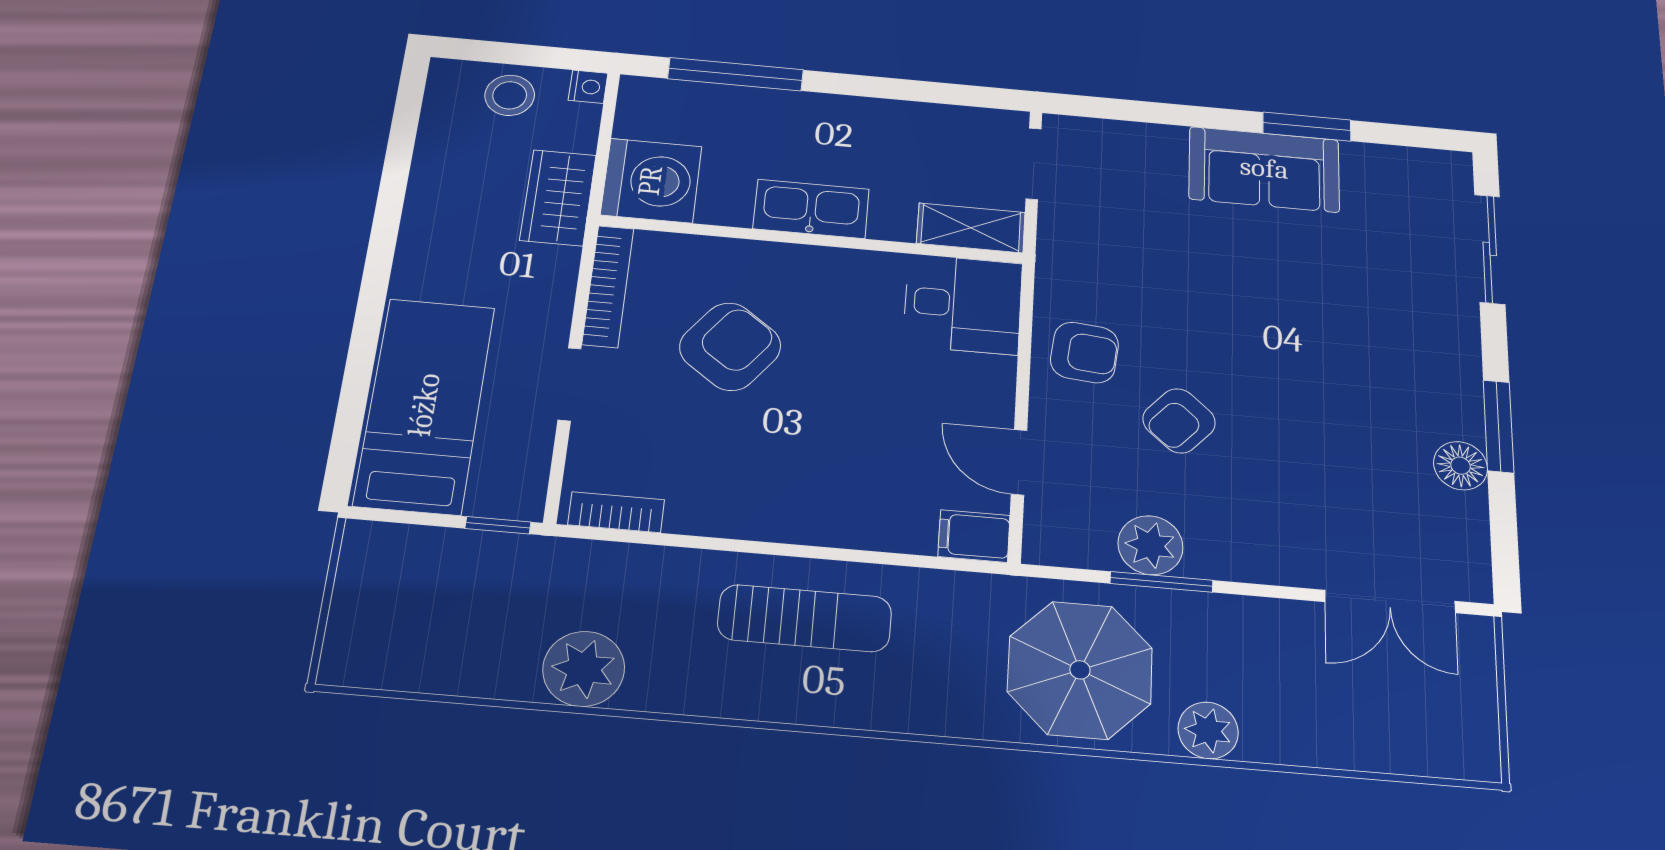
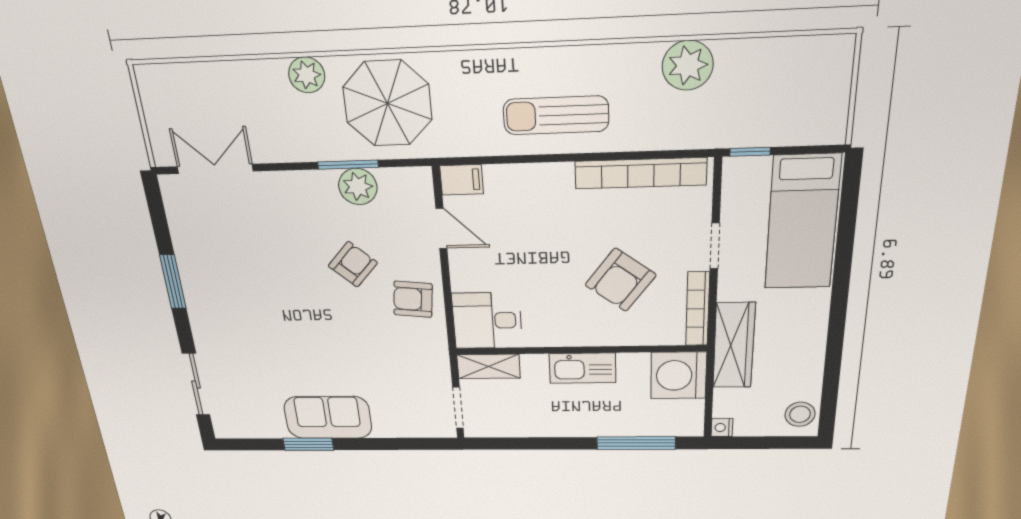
stool: (510, 95) -> (800, 414), moved
wardrobe: (558, 198) -> (734, 345), width x1.50
floor lamp: (1461, 466) -> (190, 256), removed
bookcase: (616, 512) -> (641, 173), width x2.31, depth x1.31

